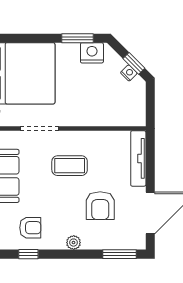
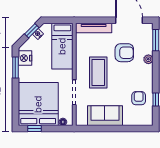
bed: (110, 110) -> (62, 46), added
coffee table: (70, 166) -> (98, 73), width x1.36, depth x1.32
plant: (74, 243) -> (148, 59), moved

